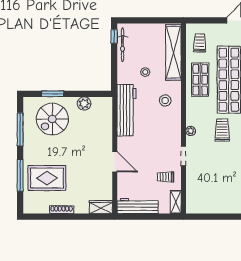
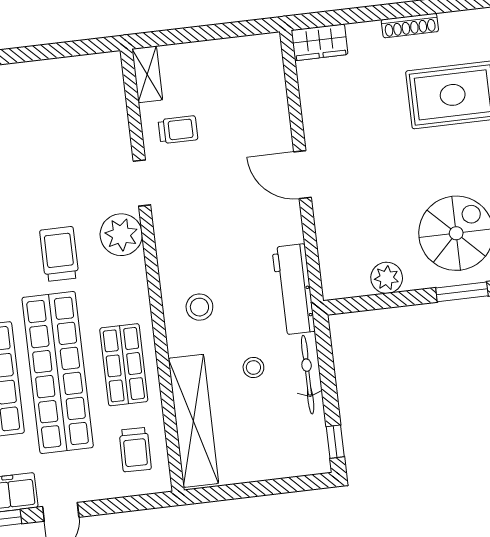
bicycle: (123, 45) -> (308, 375), moved
workbench: (127, 110) -> (294, 289), width x0.73, depth x0.76
trolley: (222, 130) -> (59, 254), turned 180
plant: (191, 131) -> (121, 235), width x1.88, depth x1.88
door: (115, 162) -> (303, 175), moved
workbench: (138, 206) -> (235, 55), removed

